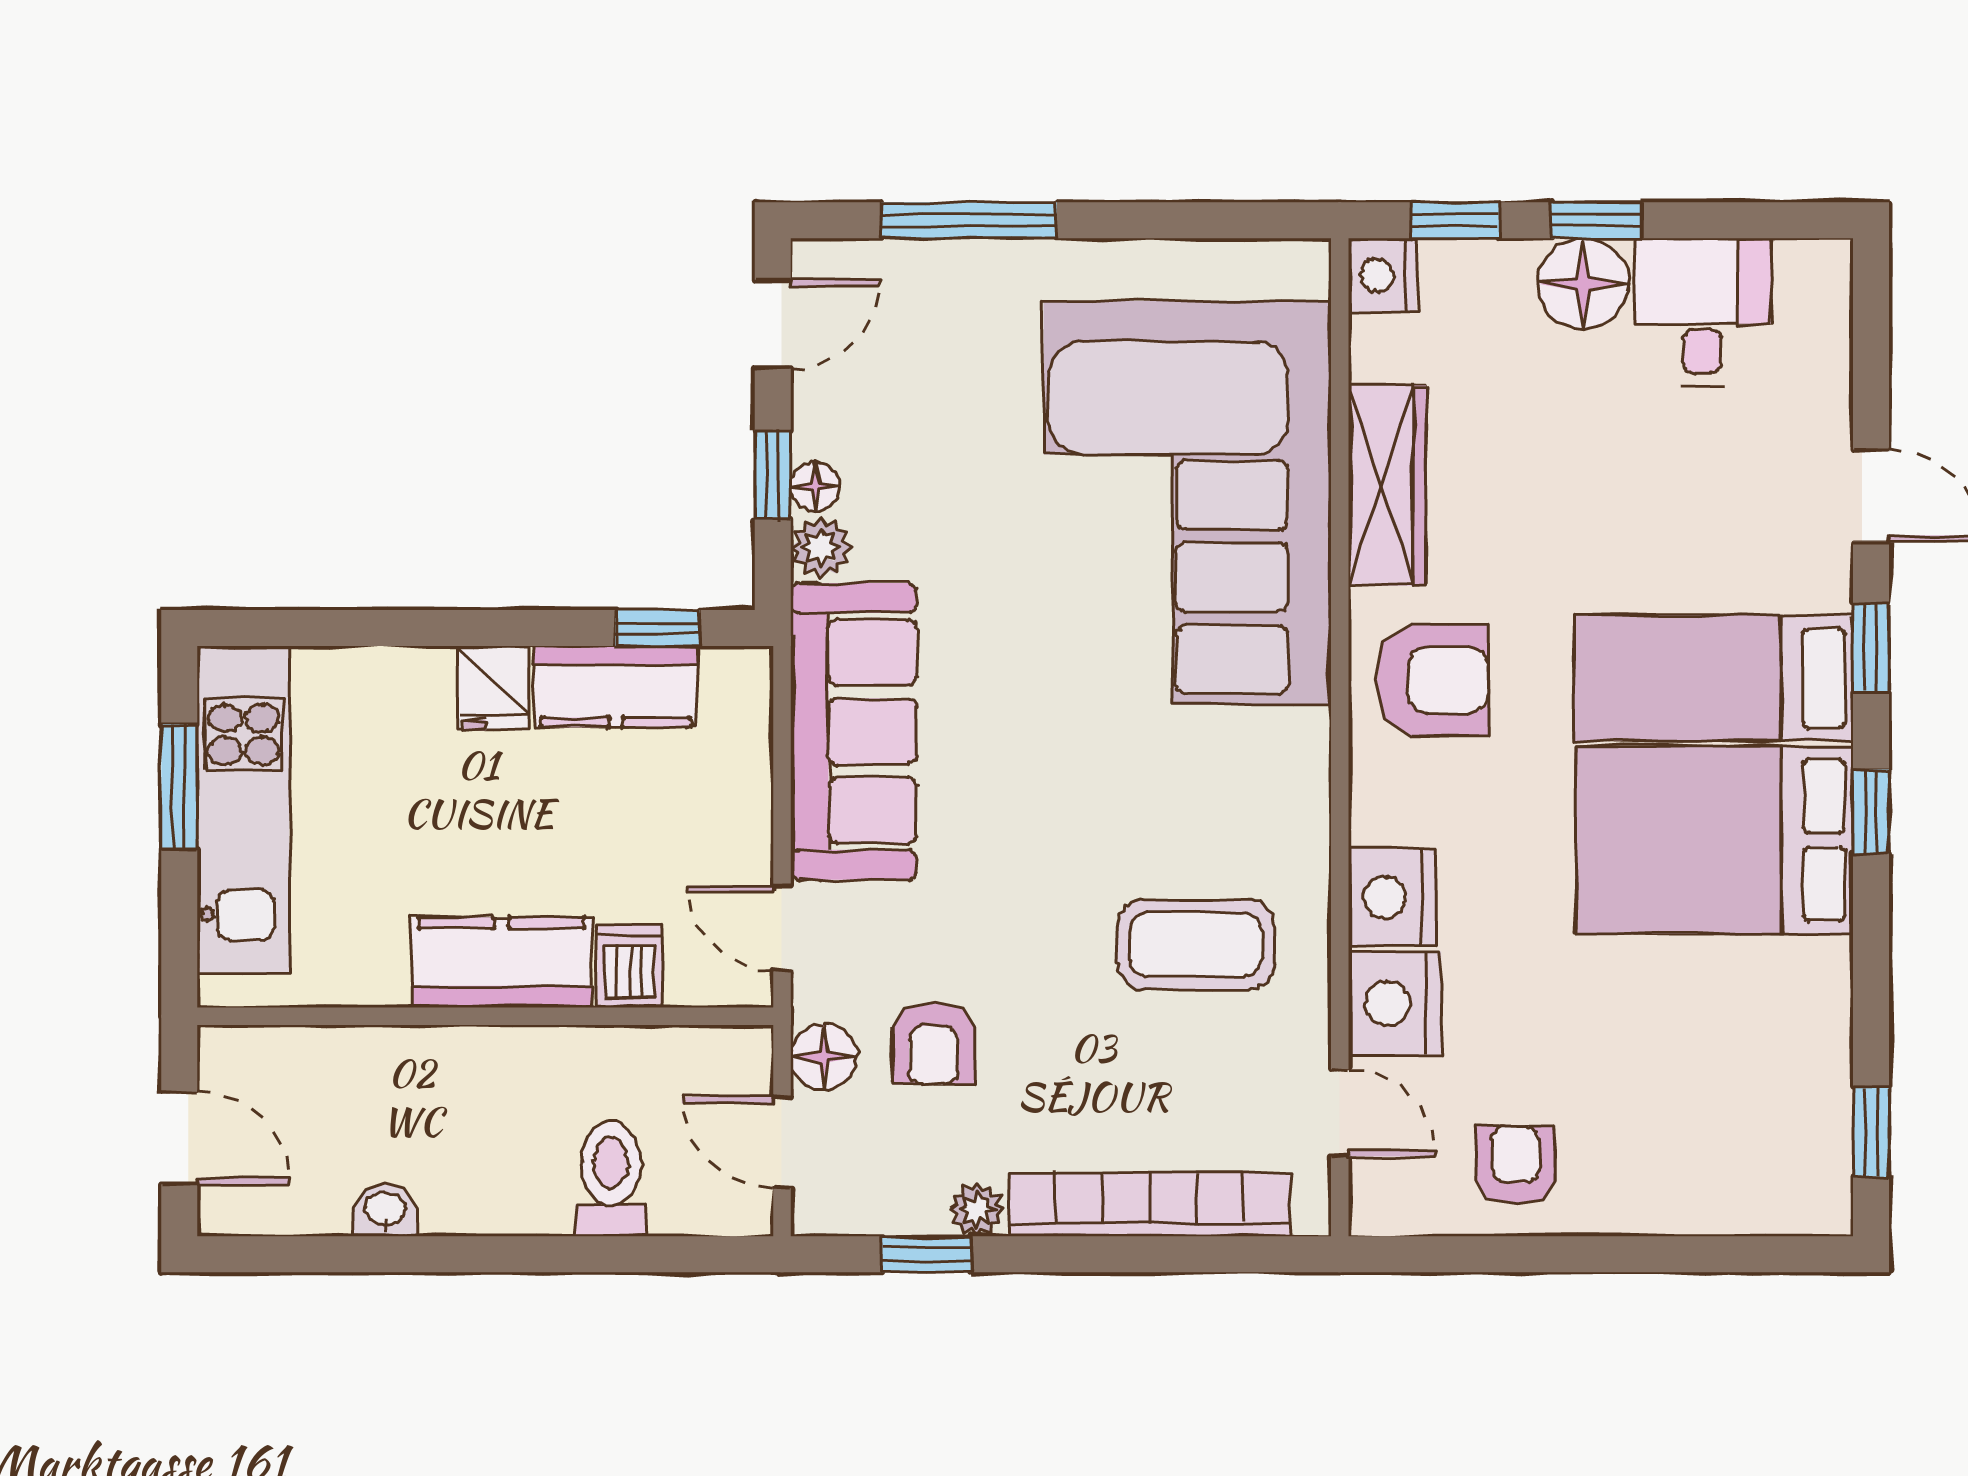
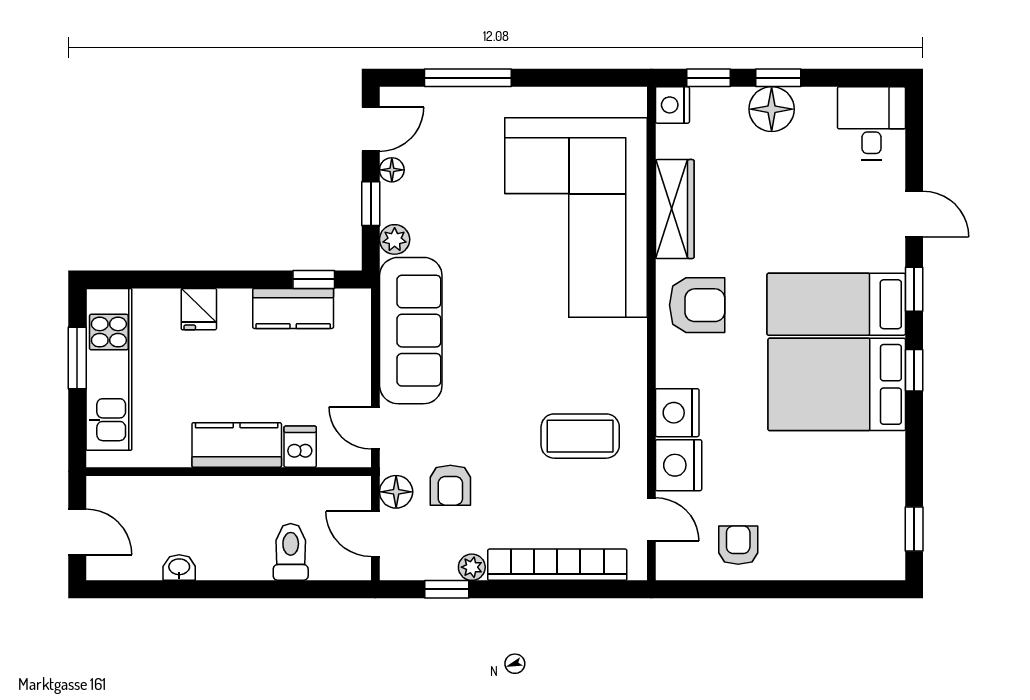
desk: (1703, 312) -> (871, 123), moved
floor lamp: (815, 487) -> (392, 170), moved
fridge: (493, 688) -> (199, 309), moved

